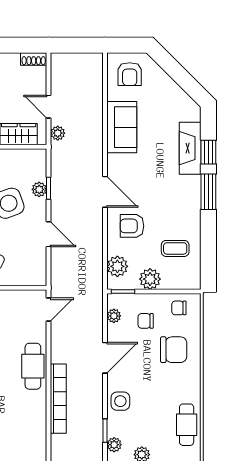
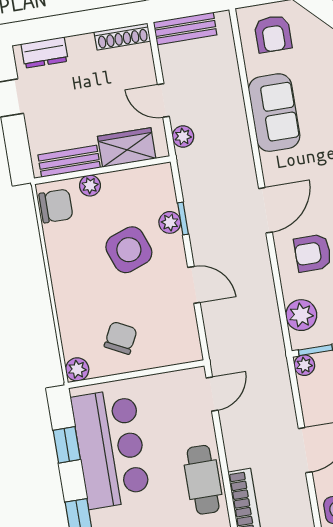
shoe rack: (34, 59) -> (122, 36), width x1.43
bench: (71, 61) -> (185, 28), added
door: (105, 192) -> (265, 210), hinge flipped
plant: (114, 316) -> (304, 365), moved

